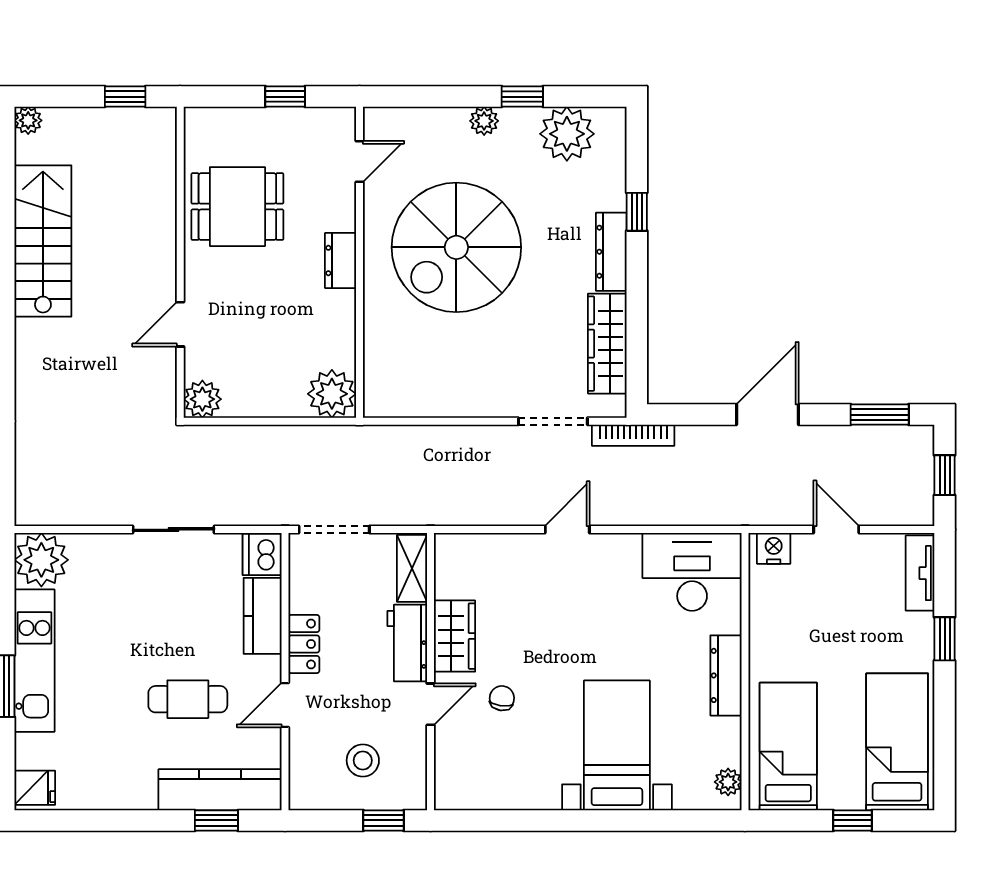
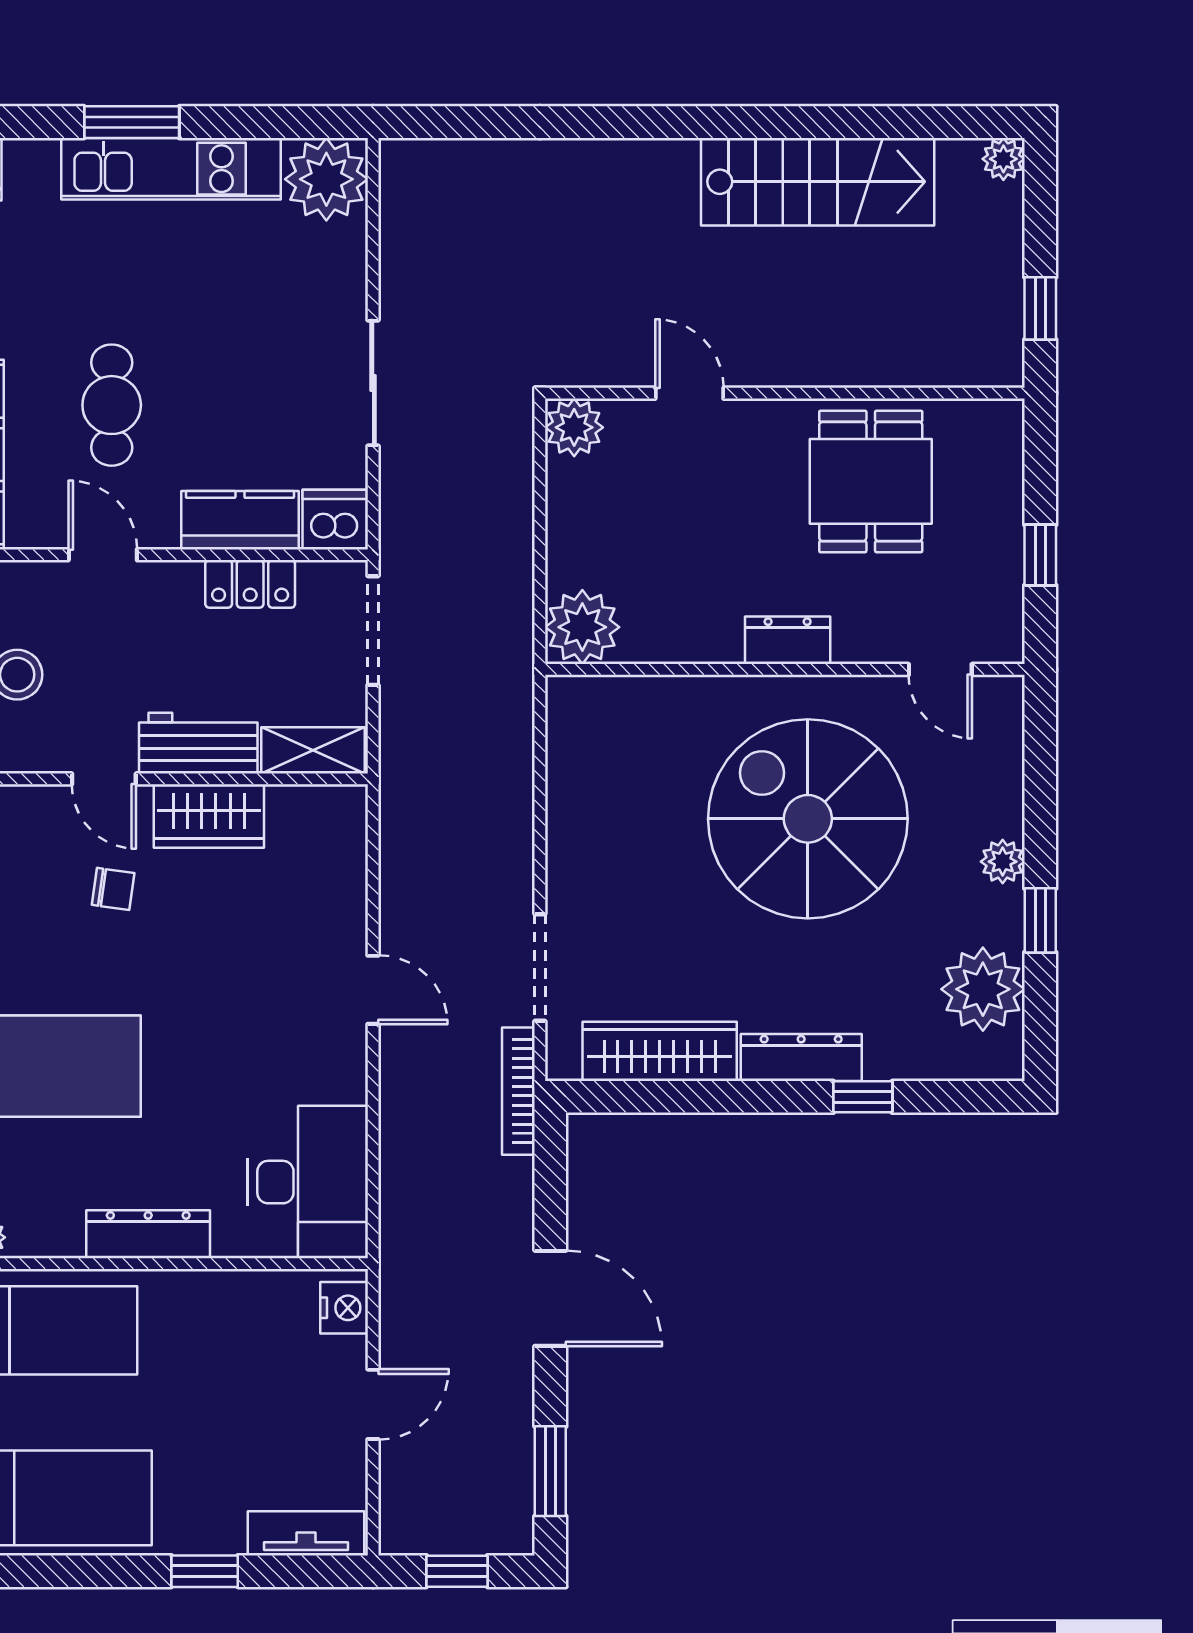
locker: (304, 644) -> (250, 584), moved

